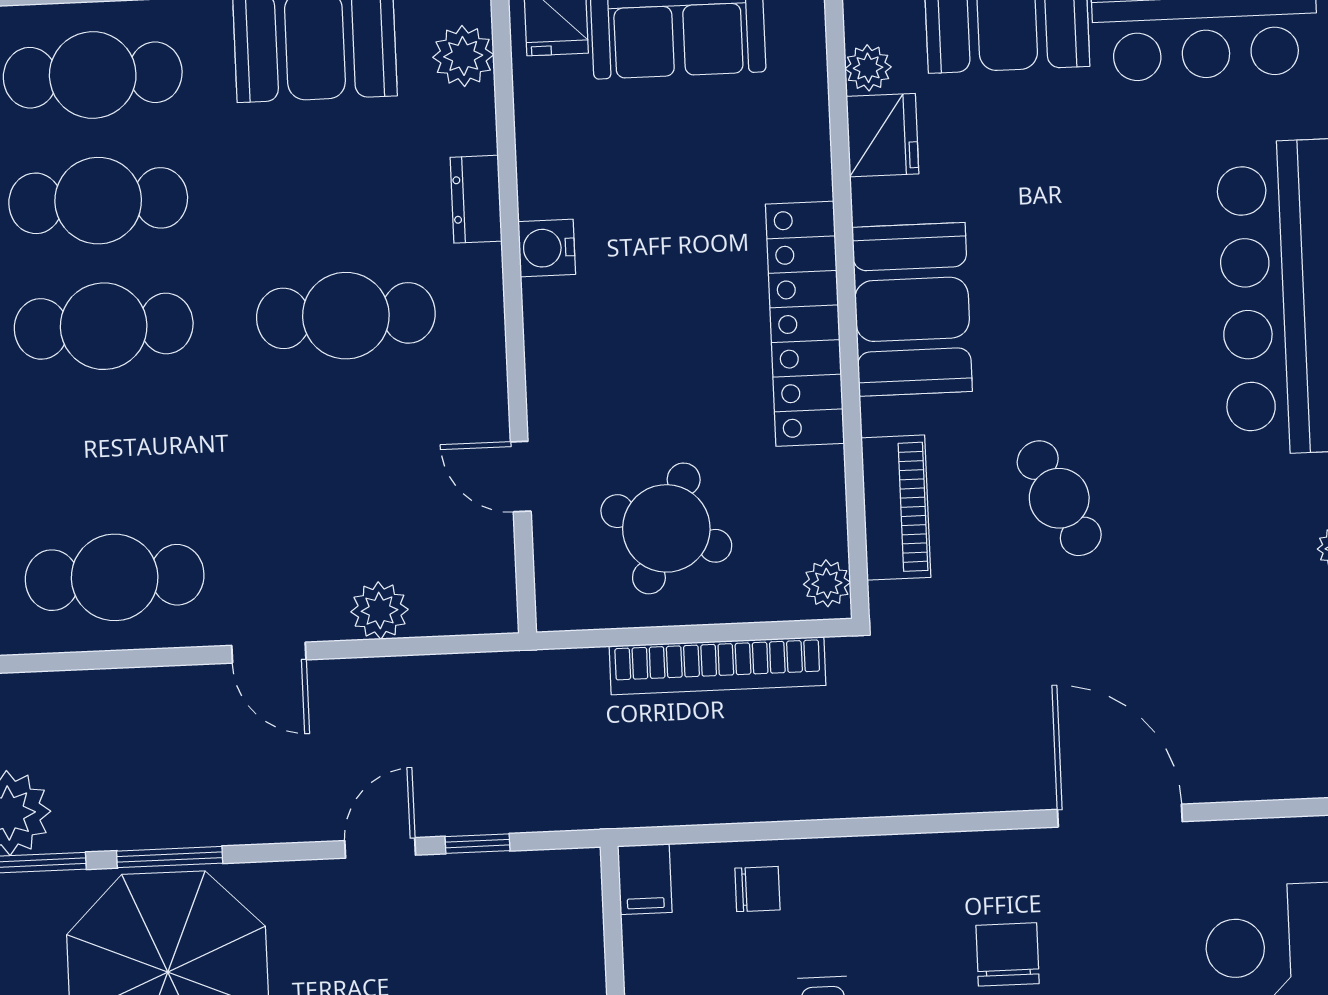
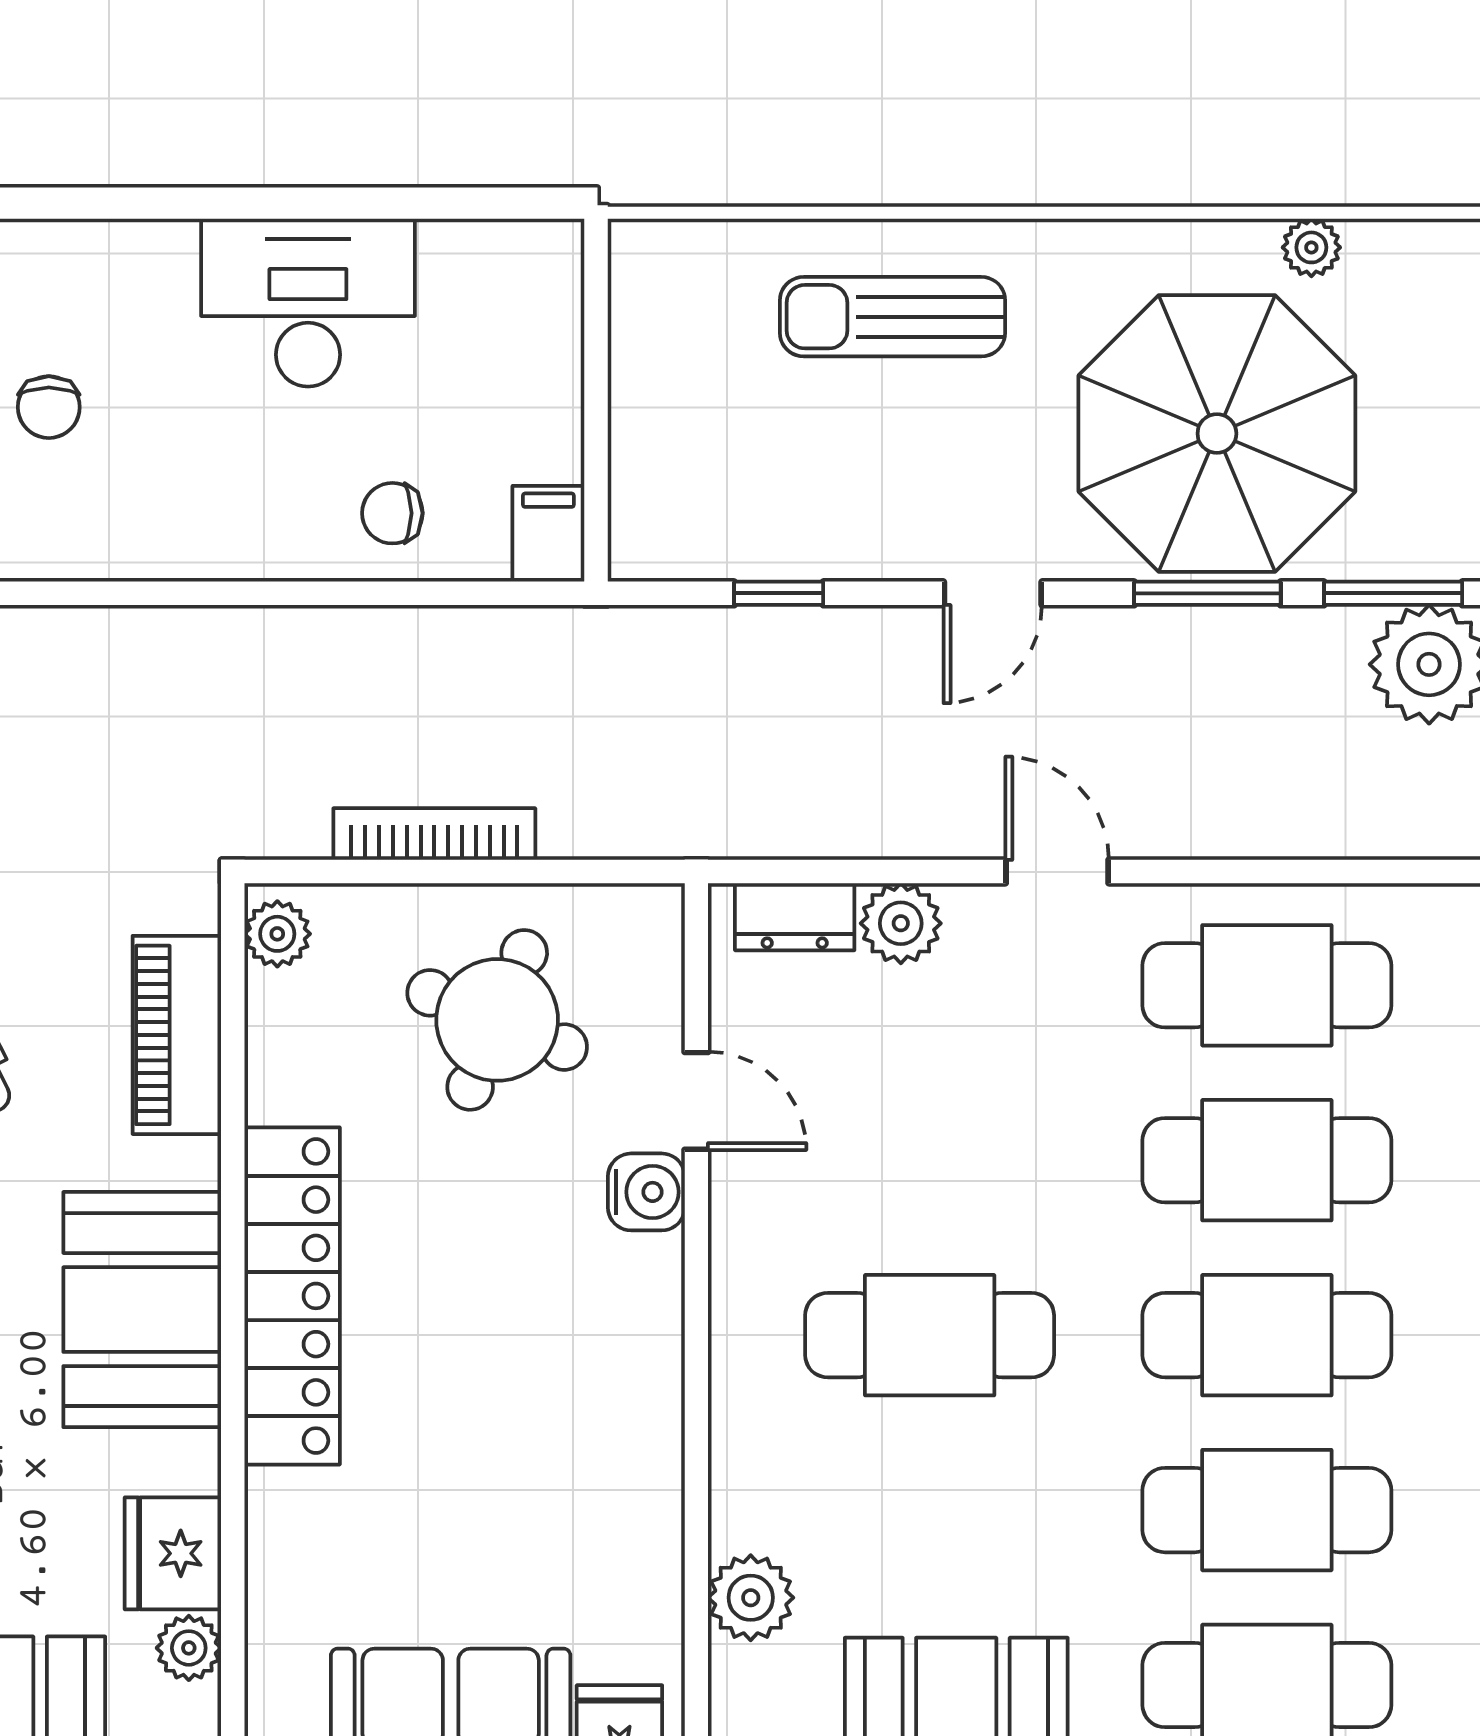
plant: (463, 56) -> (751, 1598), moved
dresser: (476, 199) -> (795, 917), moved, turned 90
water cooler: (547, 248) -> (646, 1192), moved
cafe table: (109, 452) -> (1267, 1160), added
bookcase: (717, 666) -> (434, 834), width x0.68, depth x0.76
door: (380, 848) -> (993, 593), moved
chair: (1007, 954) -> (49, 407), width x0.73, depth x0.73

